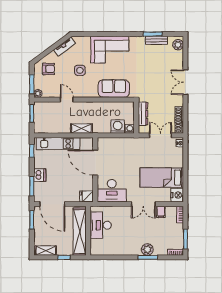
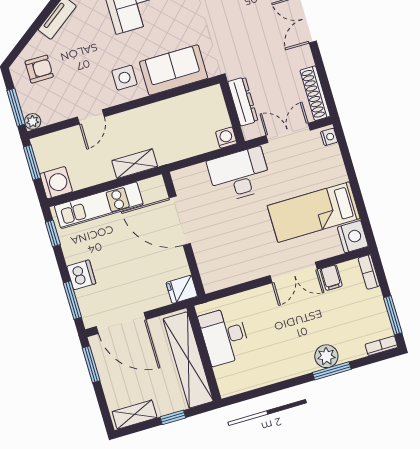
side table: (80, 70) -> (124, 78), moved
door: (67, 100) -> (91, 117), swing flipped
washing machine: (118, 127) -> (56, 183), moved, turned 90
desk: (112, 191) -> (239, 175), moved, turned 180

